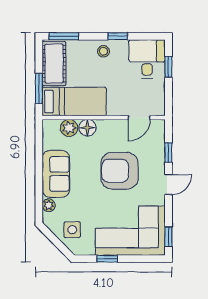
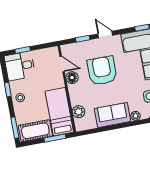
floor lamp: (87, 128) -> (72, 78), moved
armchair: (120, 171) -> (102, 71), turned 180

